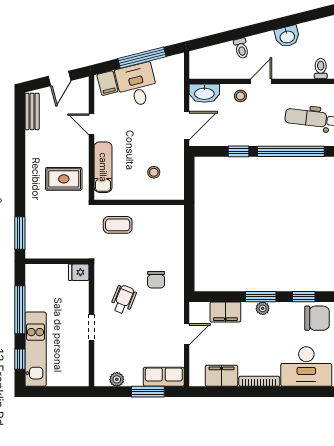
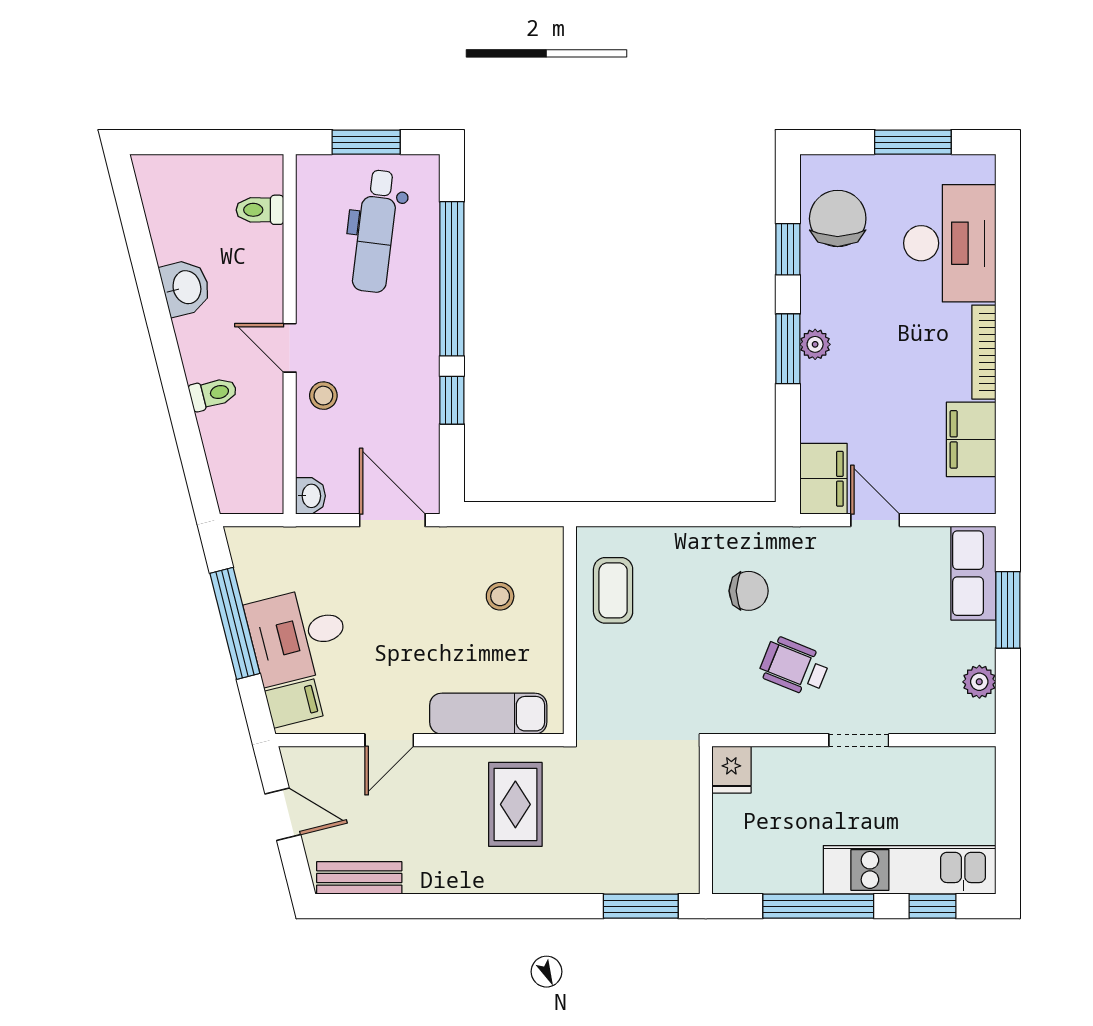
washbasin: (204, 93) -> (311, 496), width x0.52, depth x0.69
coffee table: (118, 225) -> (613, 590), moved
filing cabinet: (225, 312) -> (823, 479), moved

